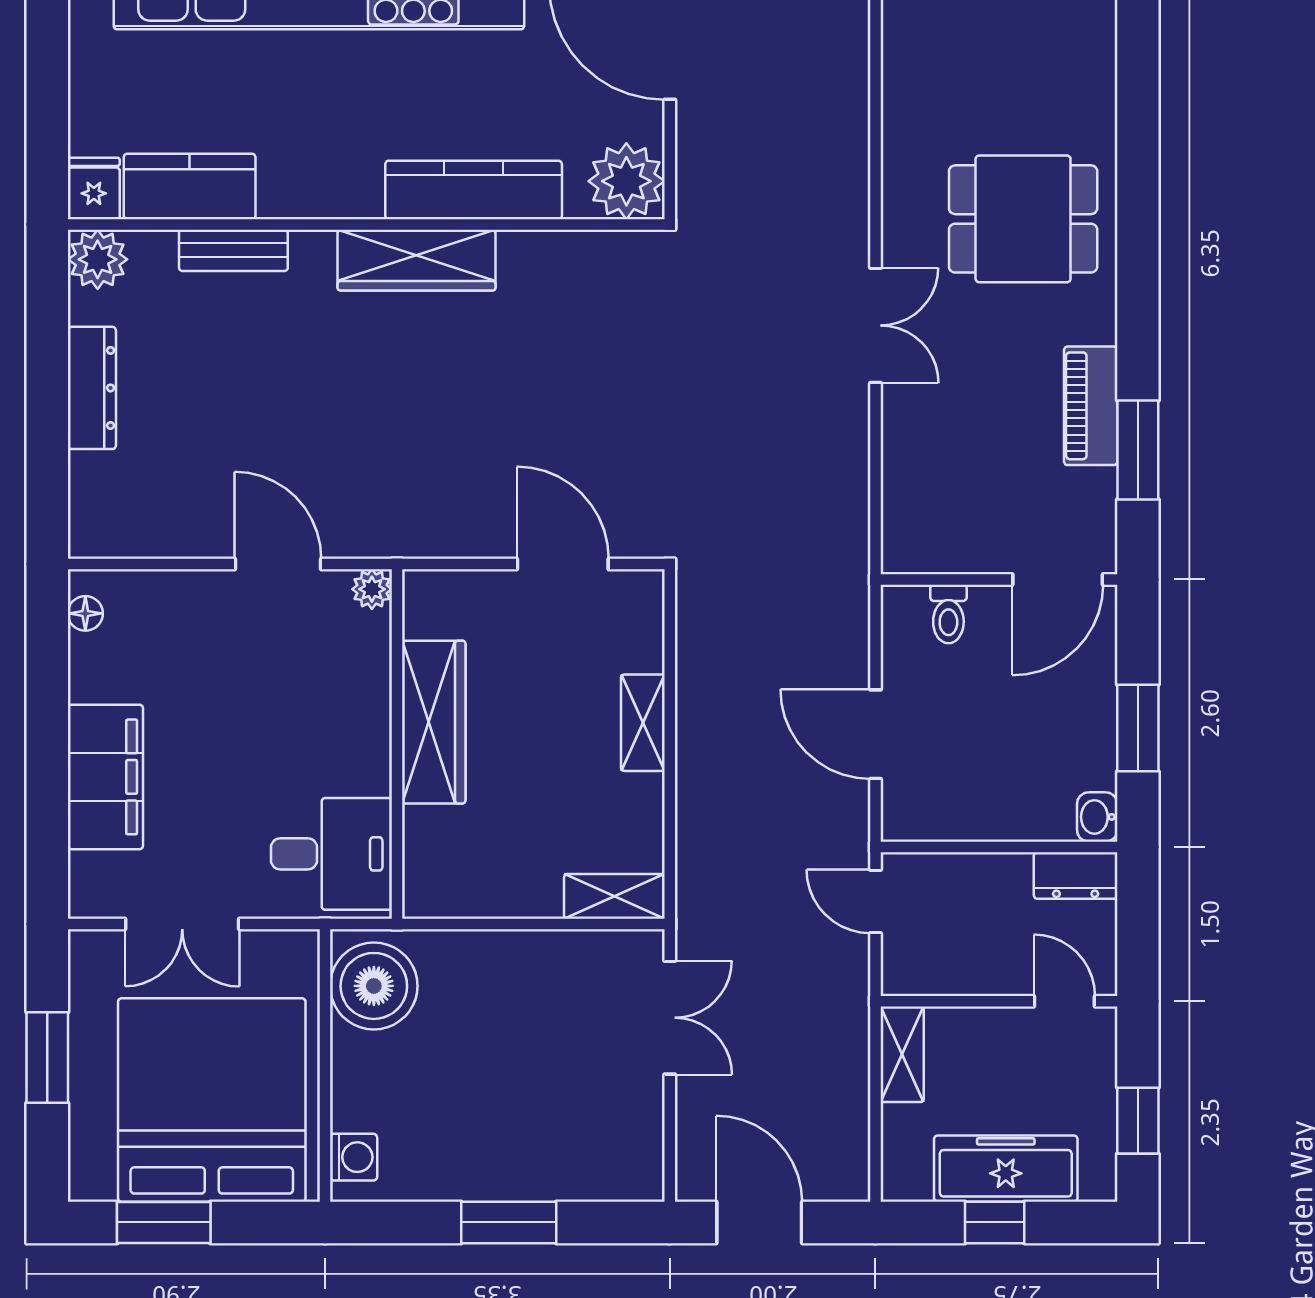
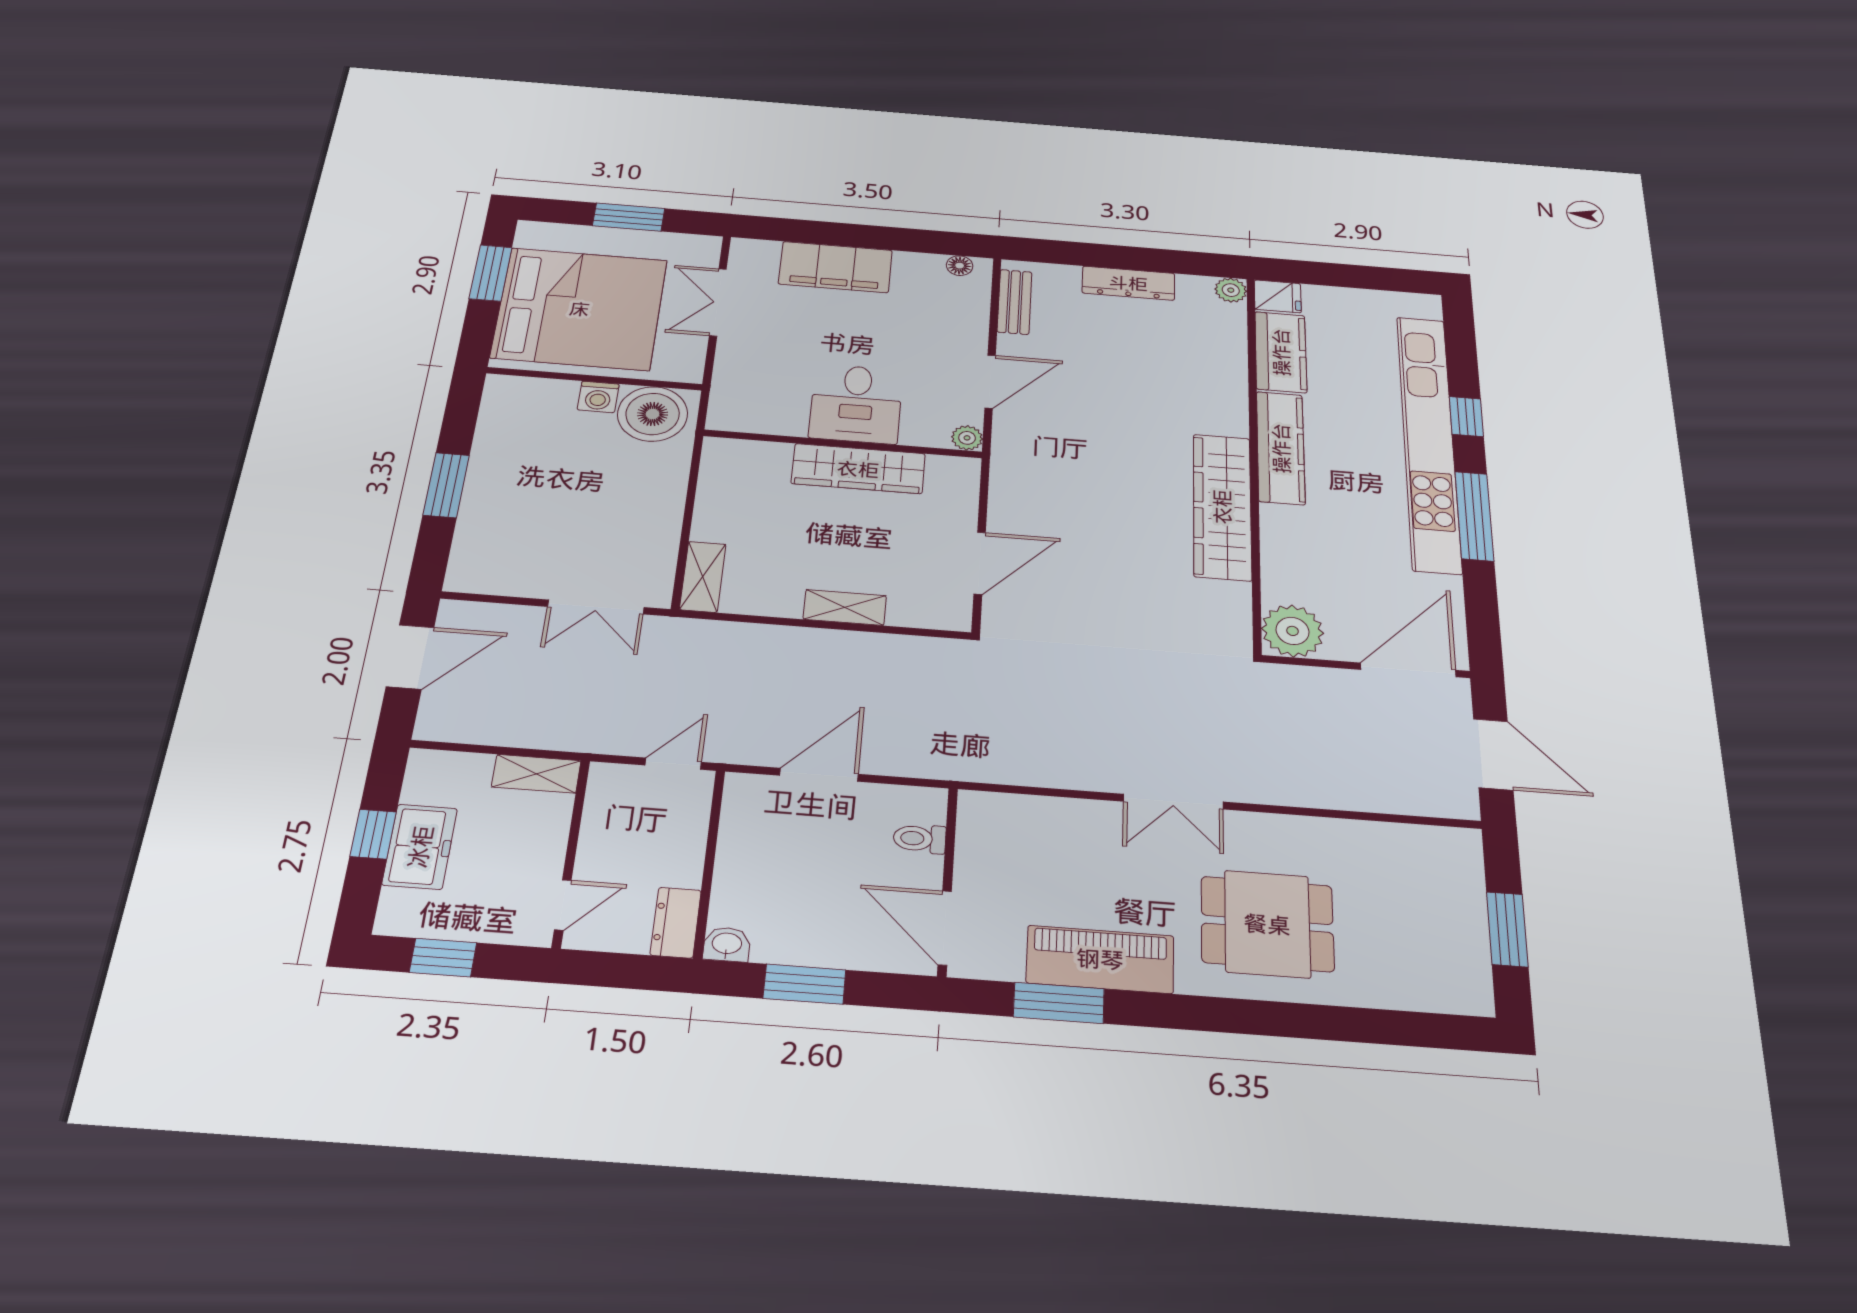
kitchen counter: (474, 190) -> (1281, 448), moved
dining table: (1023, 219) -> (1267, 924), turned 90
bench: (233, 250) -> (1014, 302), moved
plant: (98, 259) -> (1231, 290), width x0.73, depth x0.73
wardrobe: (417, 260) -> (1222, 507), width x1.40, depth x1.17
piano: (1091, 406) -> (1100, 959), width x1.37, depth x1.33
desk: (331, 854) -> (856, 404), moved
washing machine: (354, 1157) -> (598, 397), moved
freezer: (1006, 1169) -> (420, 847), width x0.71

